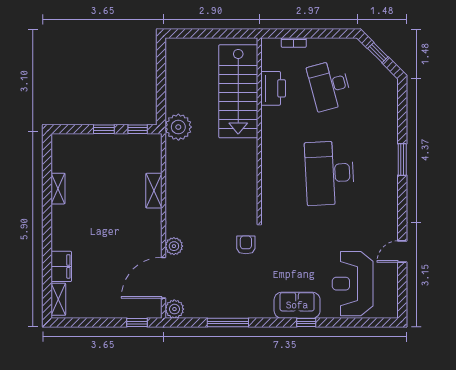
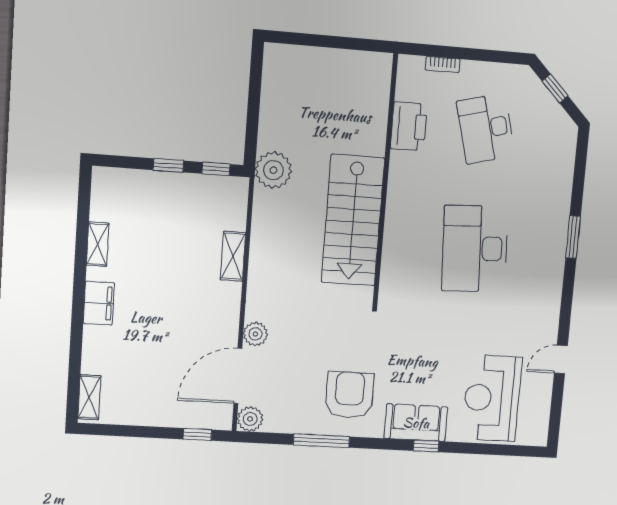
stairs: (238, 91) -> (353, 220), moved
armchair: (246, 245) -> (350, 395), moved, width x1.88, depth x1.88
filing cabinet: (61, 266) -> (99, 303), moved

